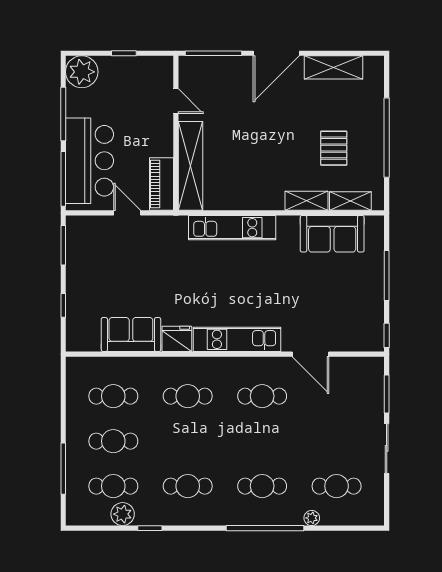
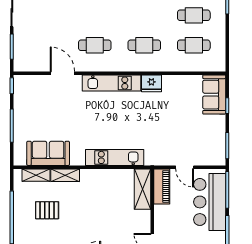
pallet: (334, 148) -> (47, 210), turned 90
shelving: (190, 166) -> (142, 189), width x0.68
sofa: (131, 335) -> (214, 95), moved, turned 90

